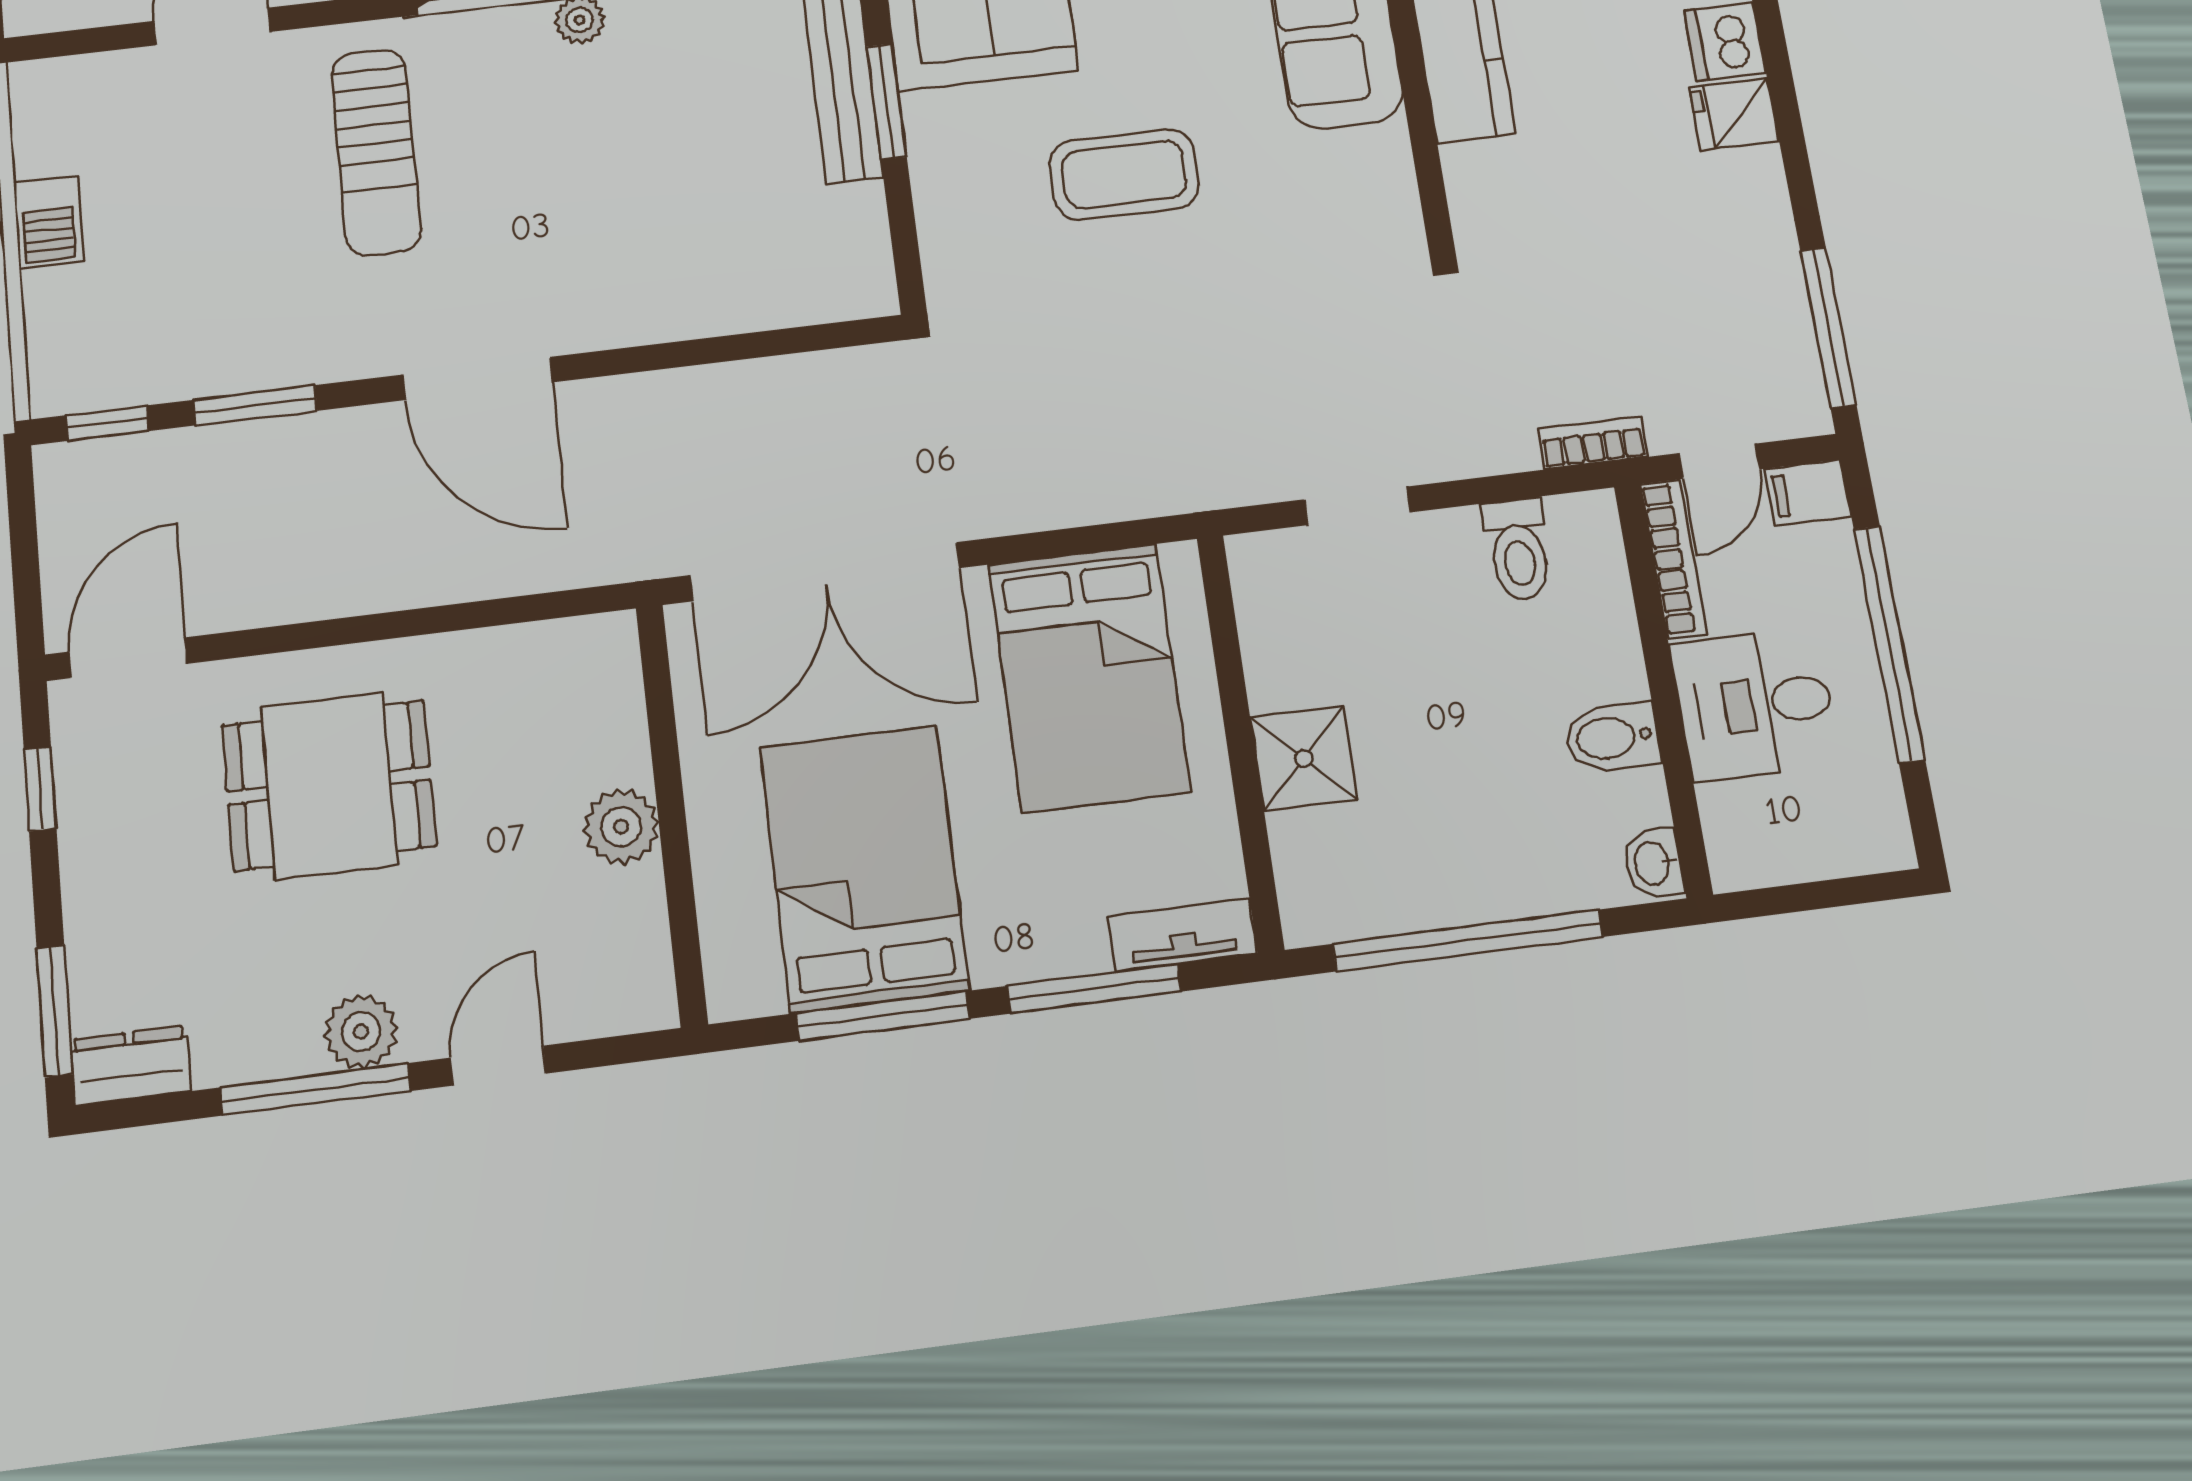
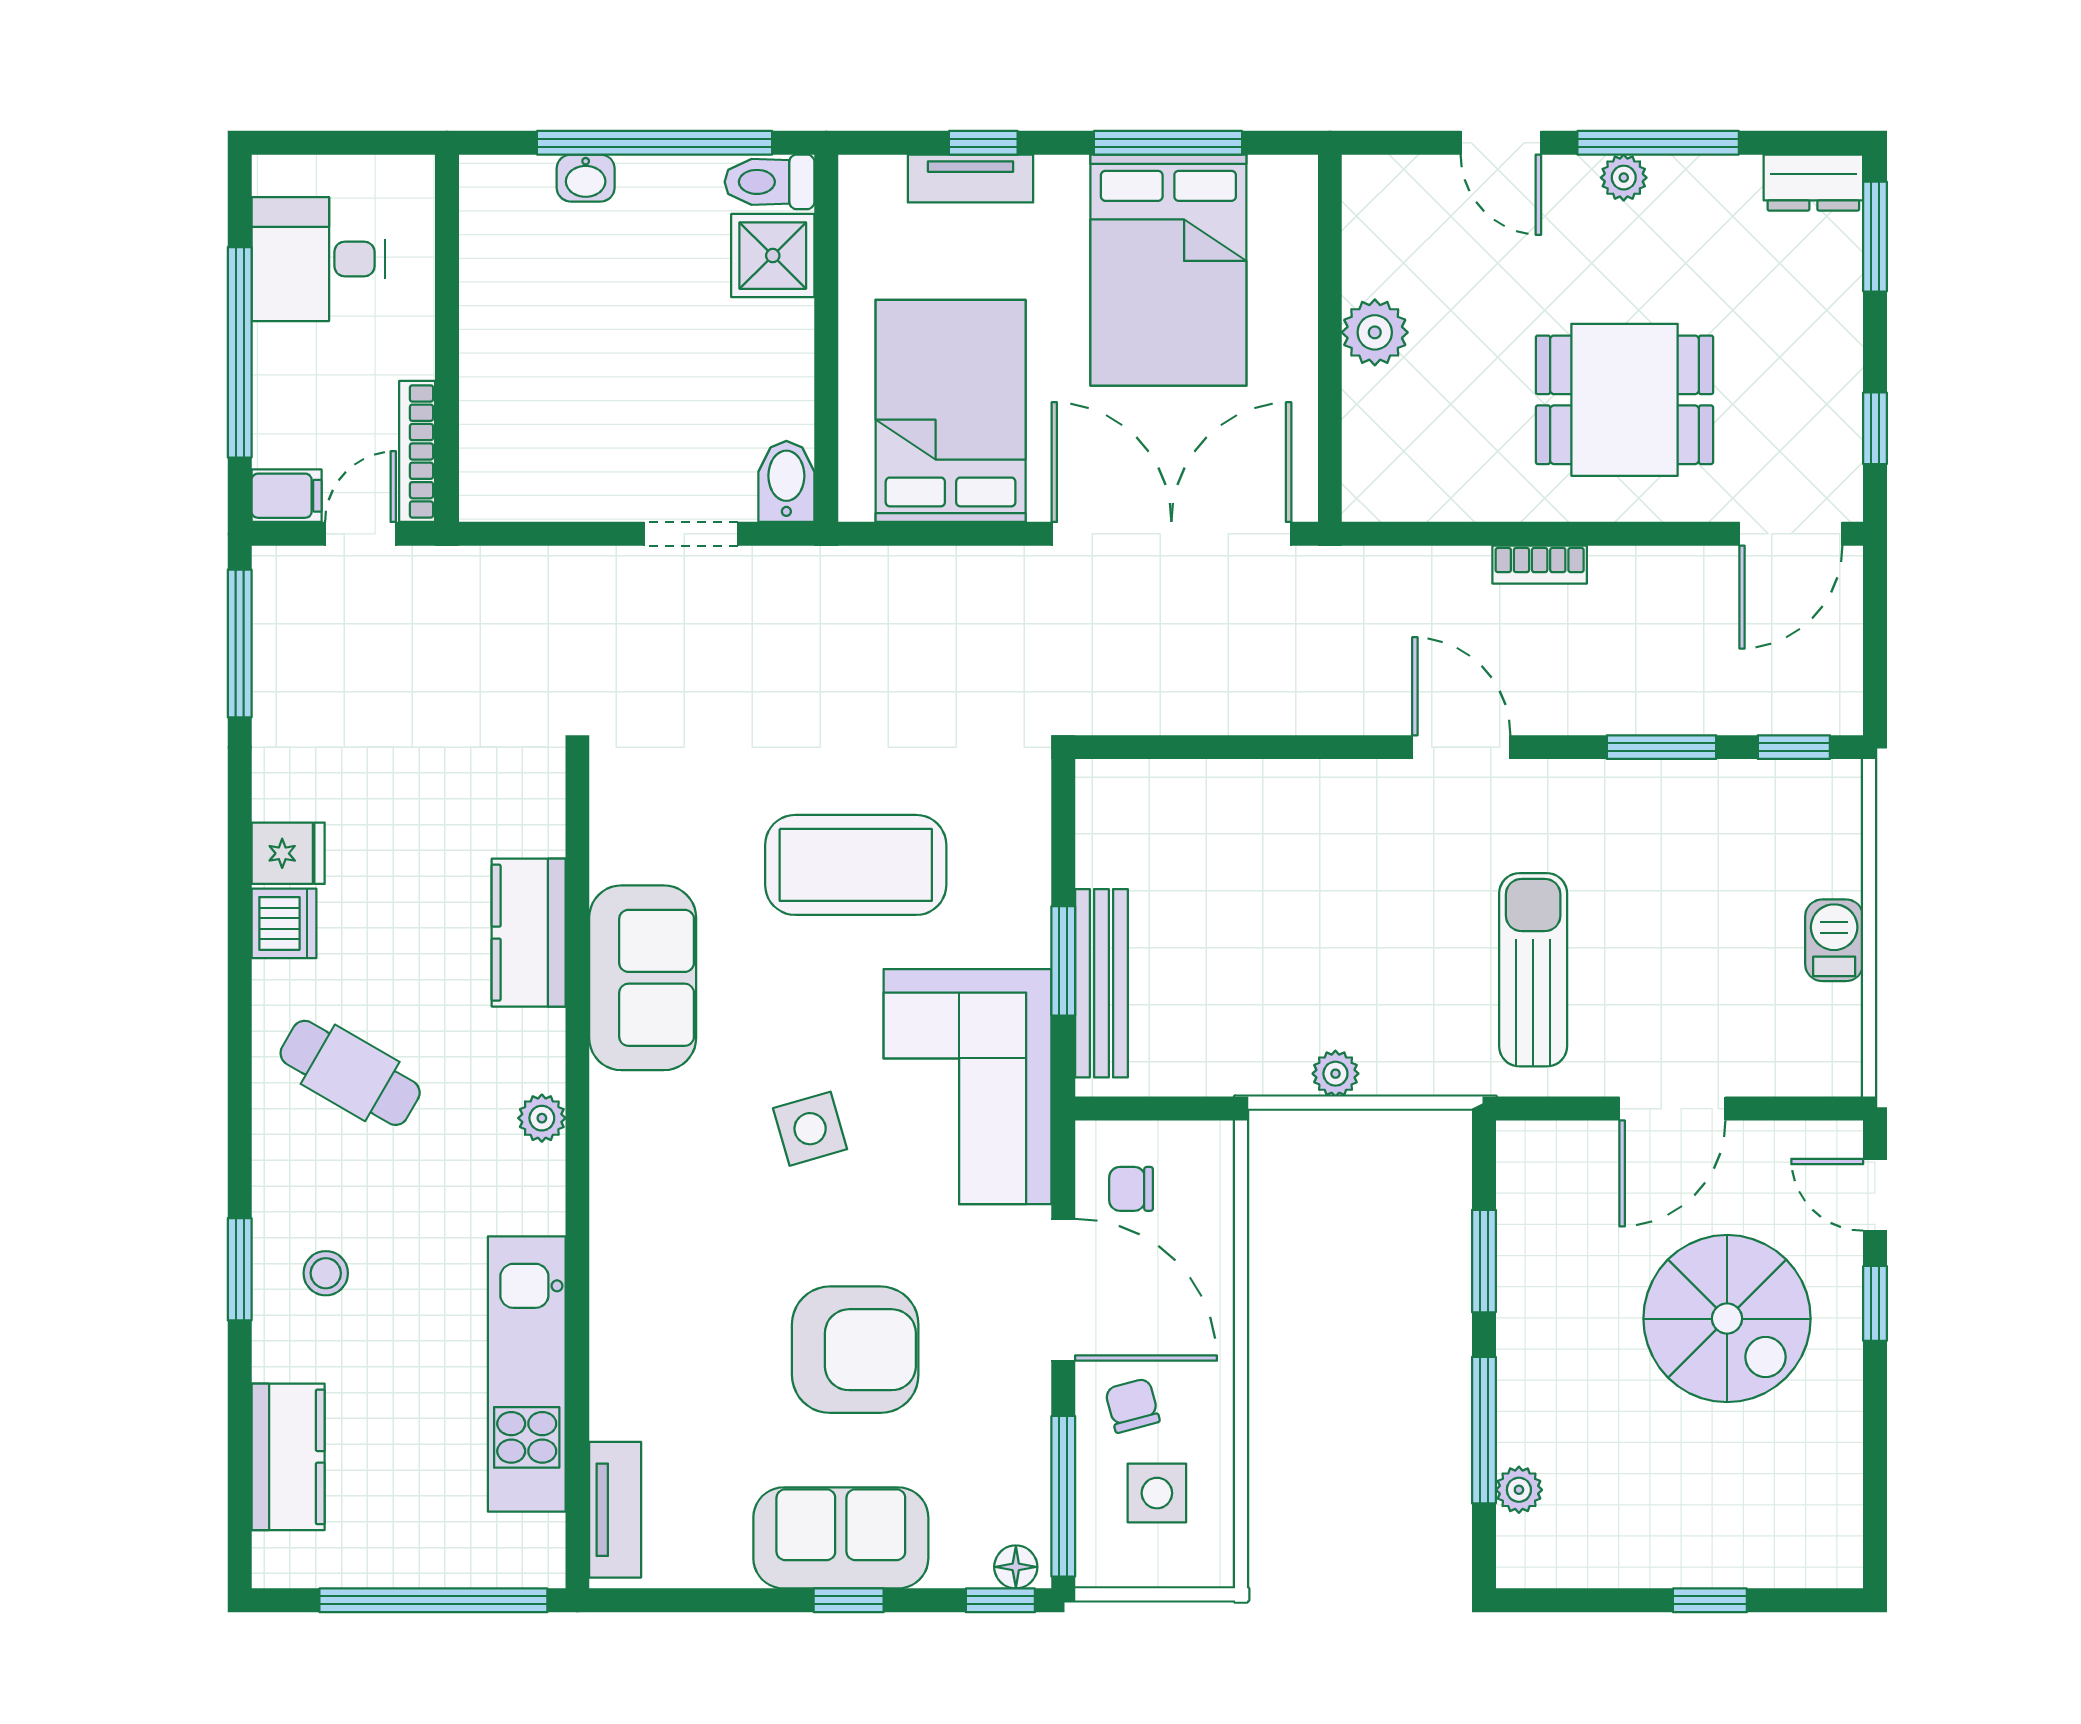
coffee table: (1124, 174) -> (856, 865), width x1.36, depth x1.32
door: (477, 379) -> (1461, 747), width x0.73
bookcase: (1593, 443) -> (1540, 565), moved
toilet: (1518, 549) -> (769, 182), moved, turned -90
desk: (1755, 704) -> (318, 259), moved, turned 180
bidet: (1612, 737) -> (786, 481), moved, turned -90
shower: (1304, 758) -> (773, 256), moved
washbasin: (1653, 863) -> (586, 178), moved, turned 90
tv unit: (1182, 935) -> (970, 179), moved
window: (1094, 989) -> (983, 143), width x0.46
plant: (361, 1032) -> (1624, 178), width x0.73, depth x0.73
door: (498, 1066) -> (1501, 143), hinge flipped

